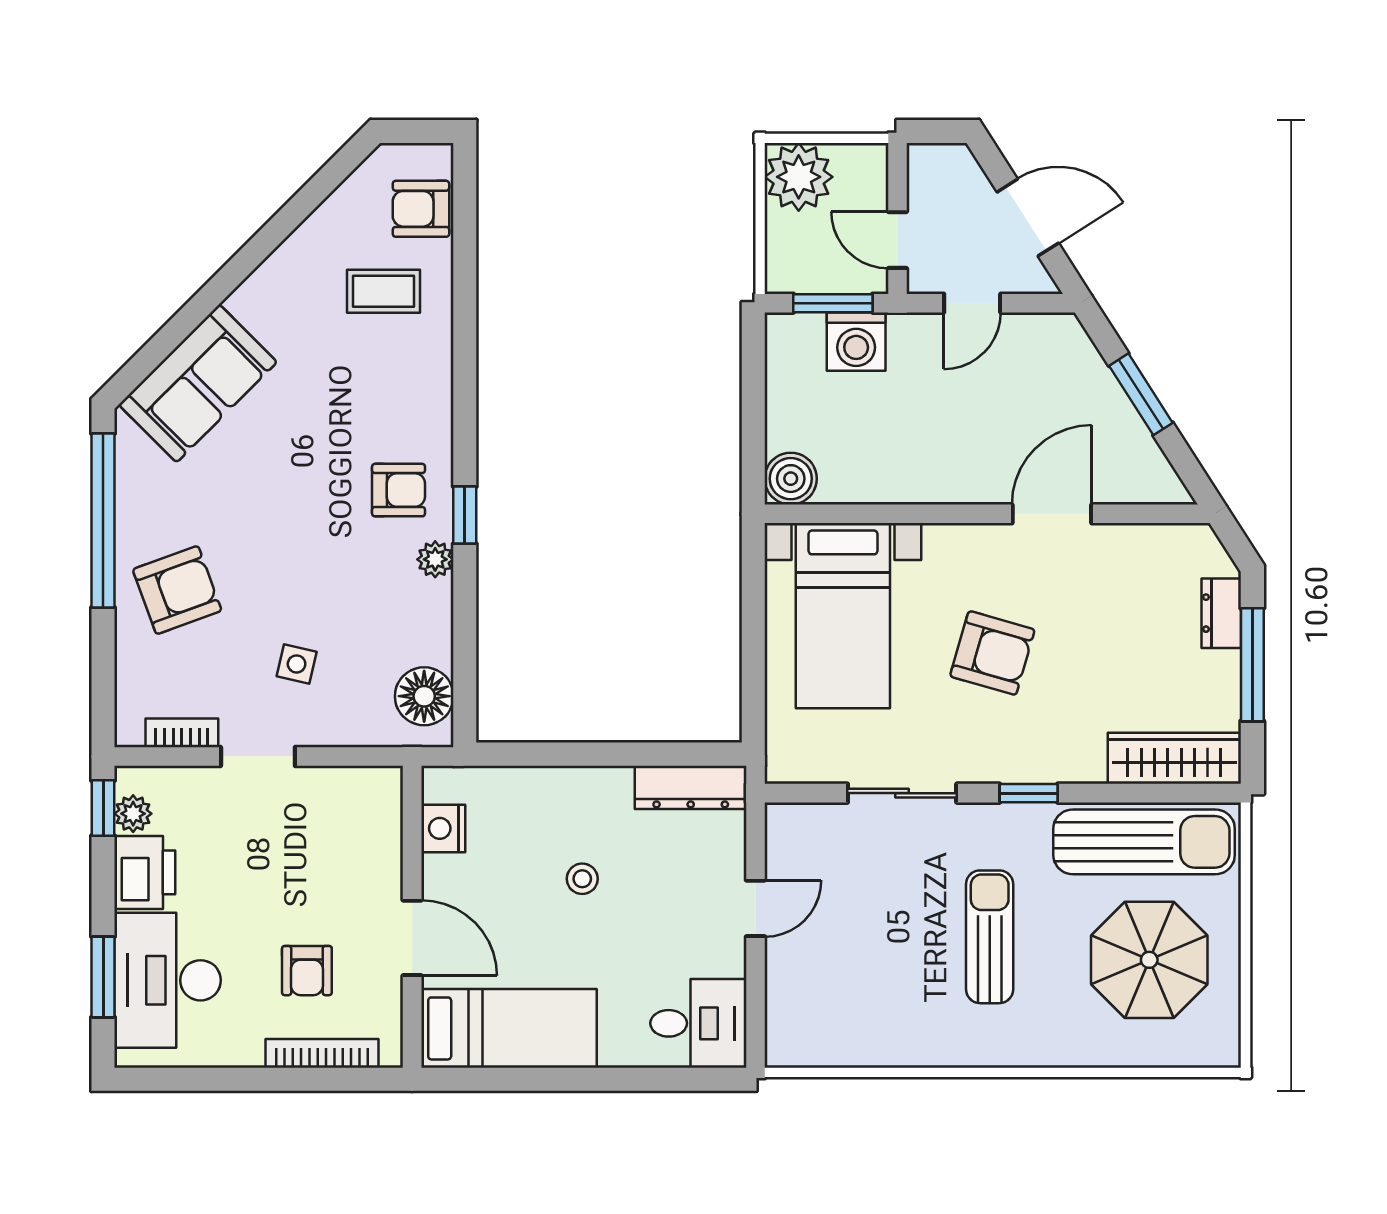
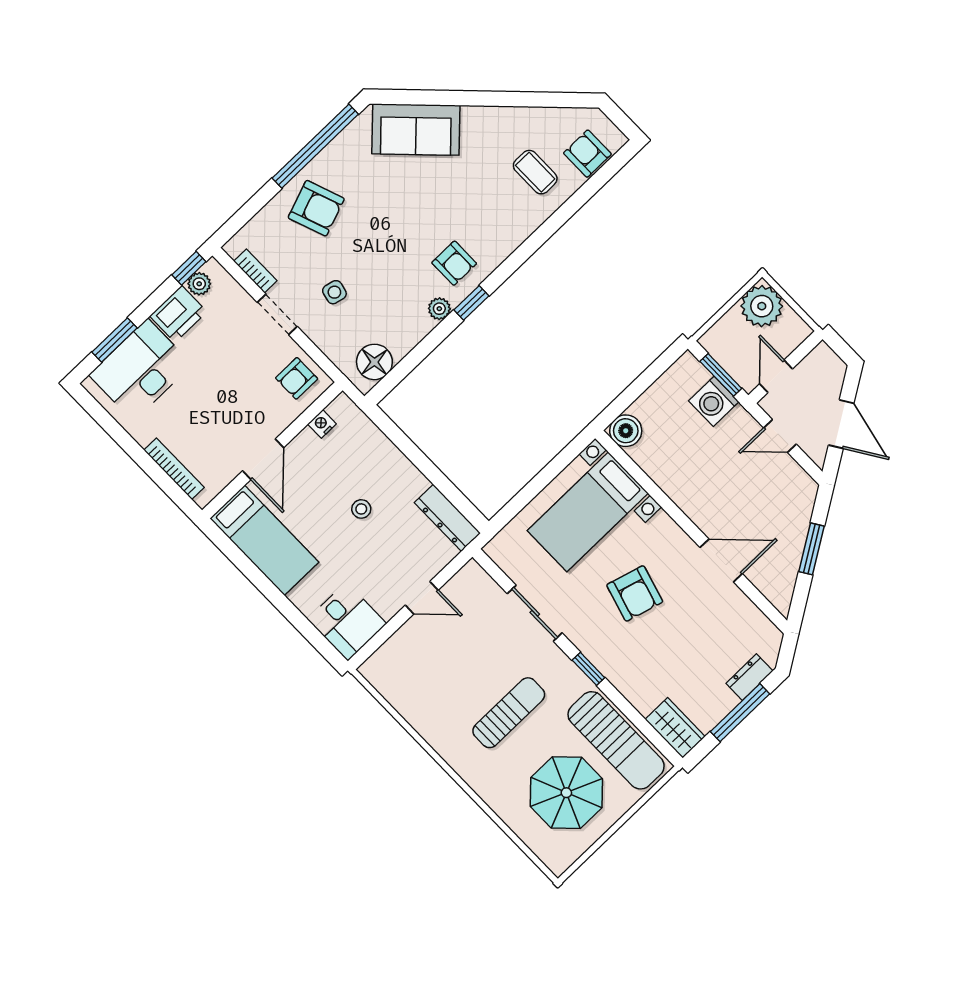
wardrobe: (1174, 758) -> (675, 728), width x0.67
nightstand: (443, 828) -> (322, 424), width x0.72, depth x0.74
armchair: (307, 971) -> (297, 378), moved

